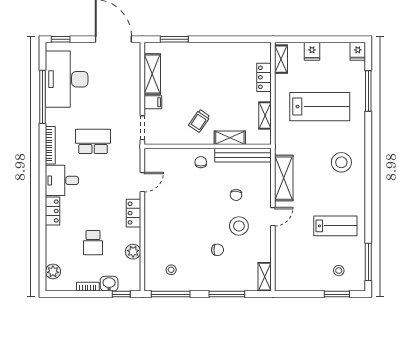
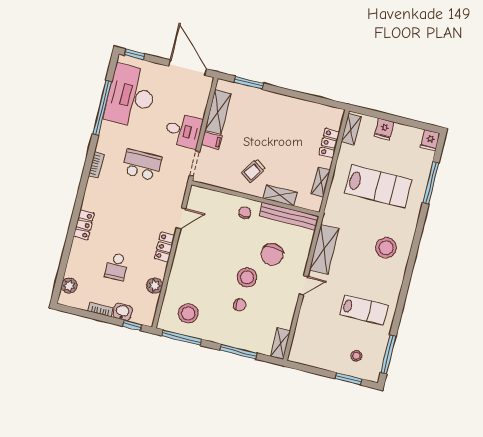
bookcase: (50, 145) -> (96, 165), width x0.64
desk: (62, 180) -> (183, 131), moved, turned 180
chair: (236, 195) -> (272, 254), width x1.87, depth x1.87
stool: (239, 226) -> (247, 277), moved
stool: (171, 270) -> (188, 313), width x1.89, depth x1.89

